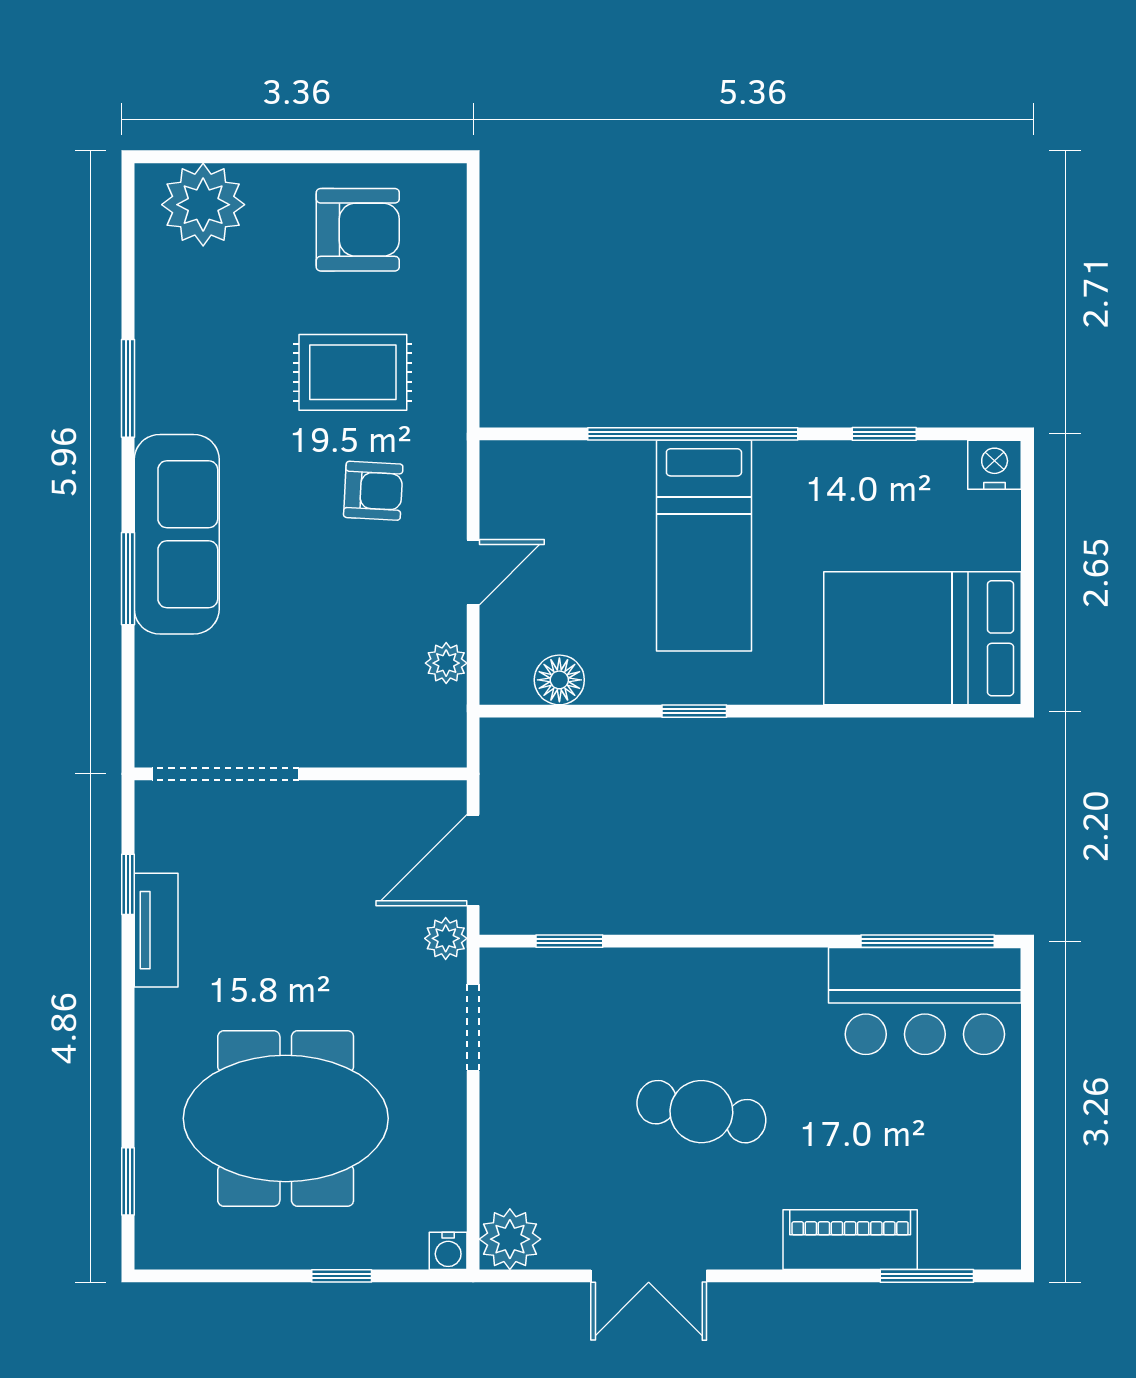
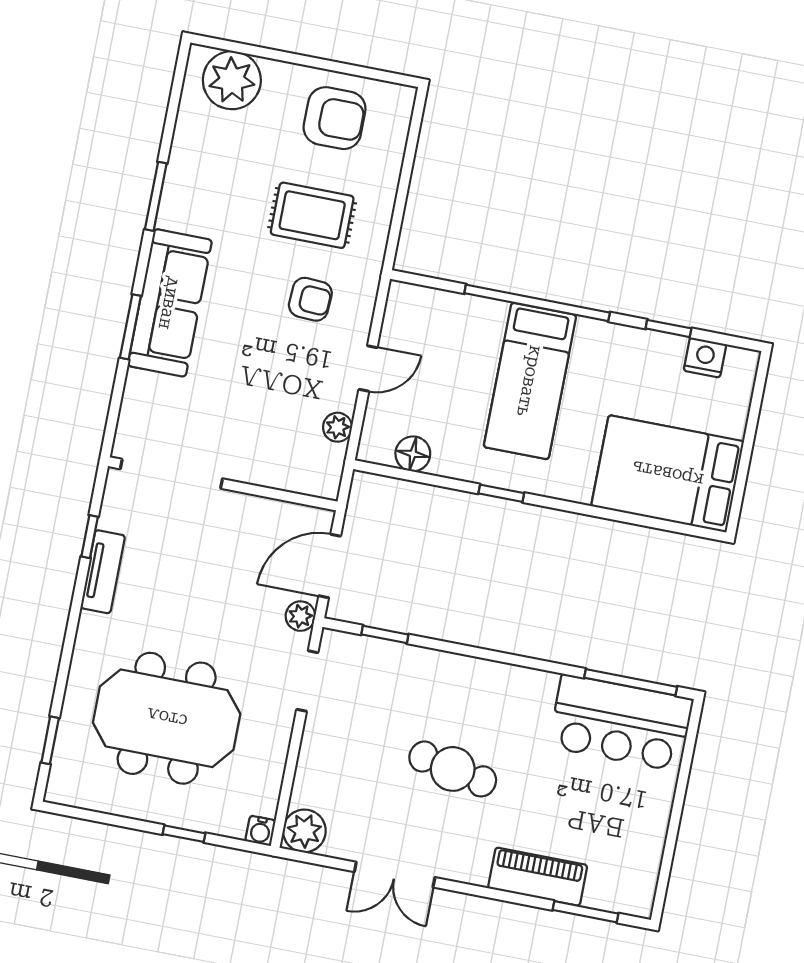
nightstand: (995, 465) -> (705, 357), moved

